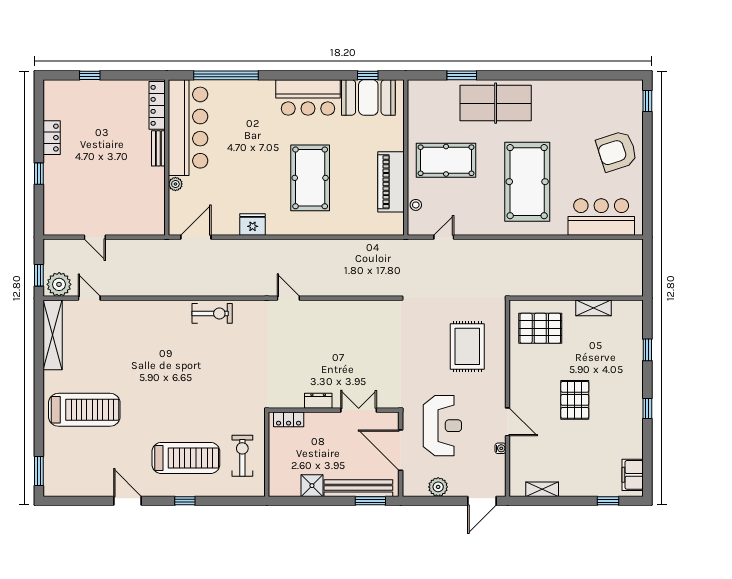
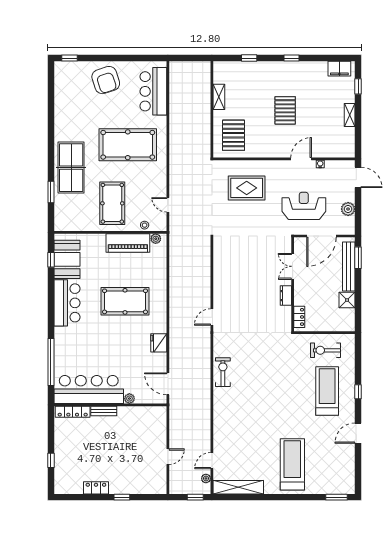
plant: (397, 220) -> (156, 239), added
plant: (59, 284) -> (206, 478), width x0.53, depth x0.53
pallet: (575, 400) -> (285, 110), turned 90
shelving: (542, 489) -> (350, 115), moved

